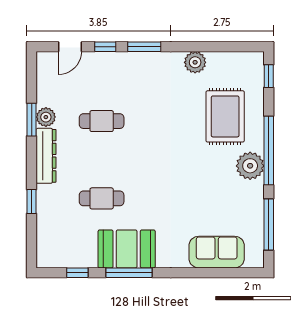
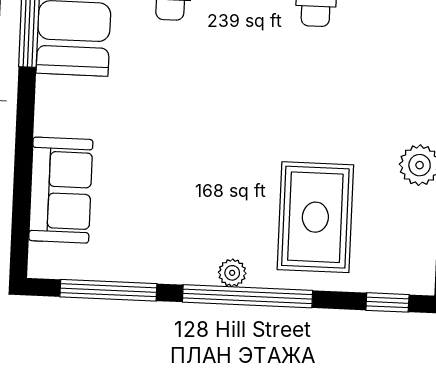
rug: (225, 116) -> (315, 217), turned 90
plant: (250, 166) -> (232, 273), width x0.53, depth x0.53

